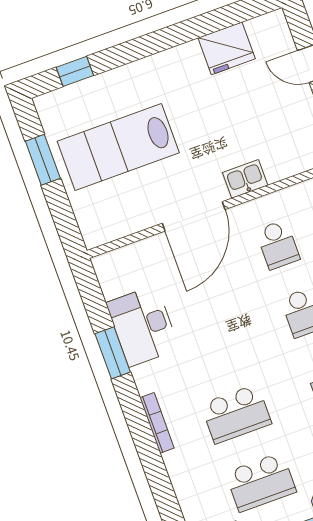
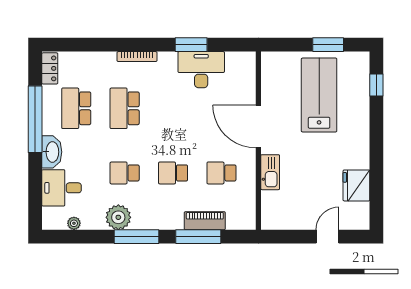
kitchen sink: (245, 179) -> (270, 172), width x1.38

